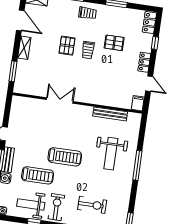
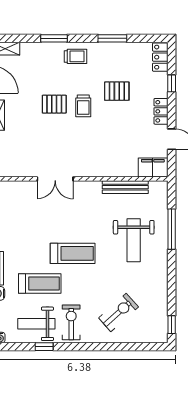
pallet: (67, 46) -> (54, 104), turned 90
double door: (60, 101) -> (55, 179), swing flipped
filing cabinet: (138, 103) -> (153, 167), width x2.00
window: (137, 165) -> (172, 229), moved
exercise bike: (92, 205) -> (119, 312), turned -42

